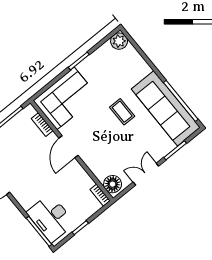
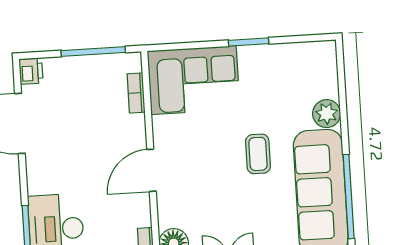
plant: (119, 41) -> (327, 114), moved
door: (69, 147) -> (152, 170), moved

